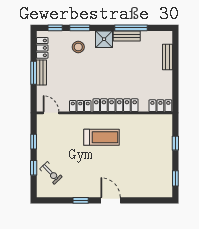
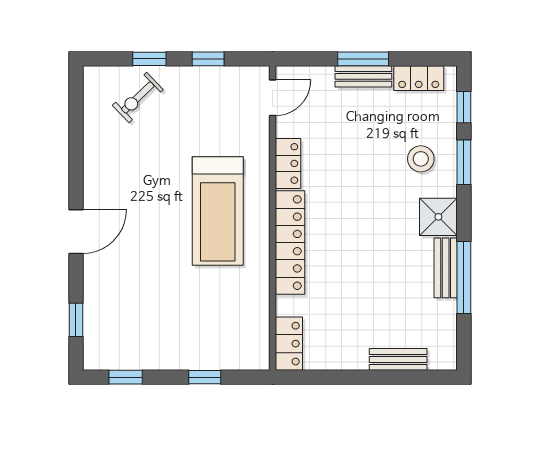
treadmill: (101, 137) -> (218, 211), width x1.37, depth x1.38
window: (81, 200) -> (76, 320), moved

